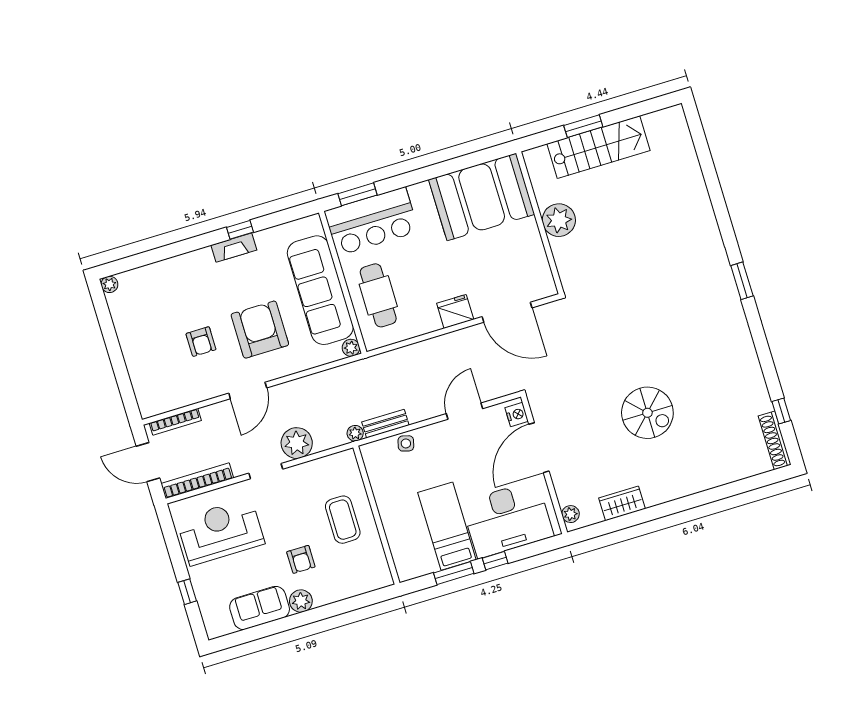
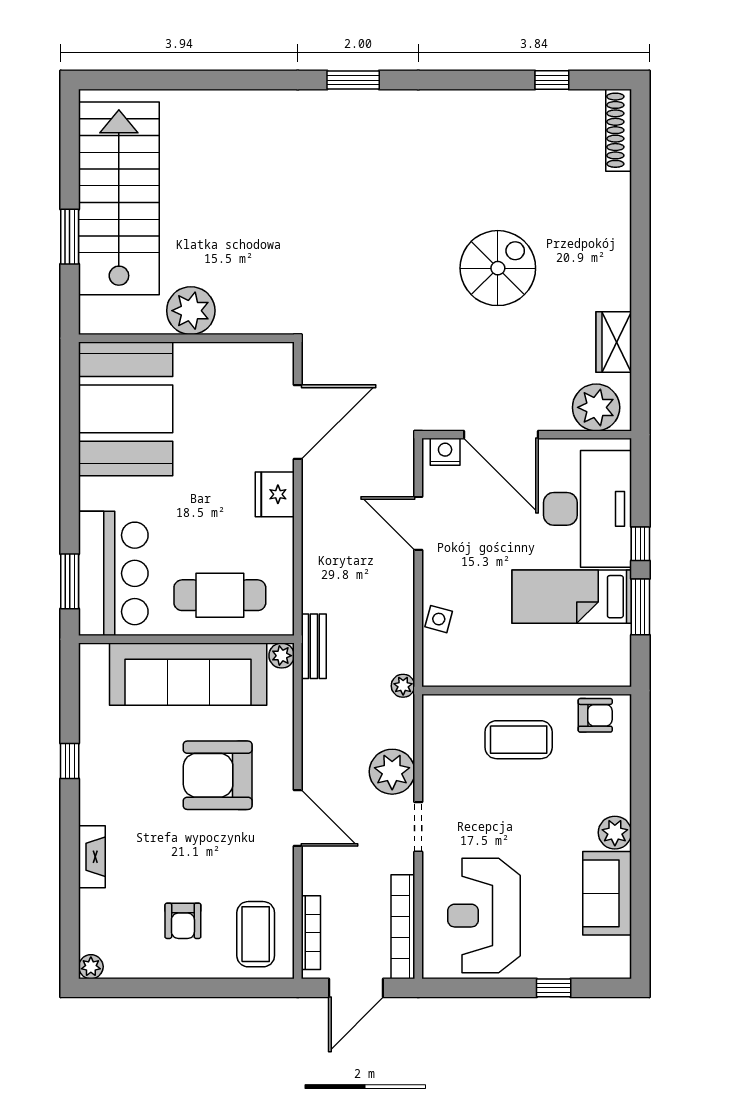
stairs: (599, 147) -> (119, 198), width x1.36, depth x1.51
fireplace: (234, 248) -> (92, 857), moved
armchair: (201, 342) -> (183, 921), moved, turned 90
coffee table: (163, 386) -> (256, 934), added
bench: (385, 424) -> (314, 646), moved
shoe rack: (775, 440) -> (619, 130), moved, turned 90
plant: (571, 514) -> (596, 407), width x1.88, depth x1.88
armchair: (301, 559) -> (595, 715), moved

